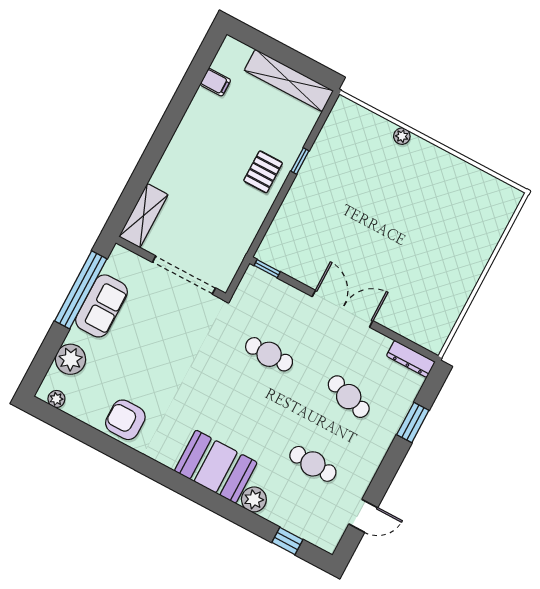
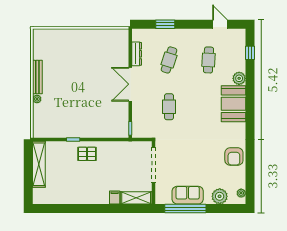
filing cabinet: (215, 82) -> (115, 197), moved
bench: (439, 157) -> (37, 77), added
dresser: (411, 359) -> (137, 54), moved

